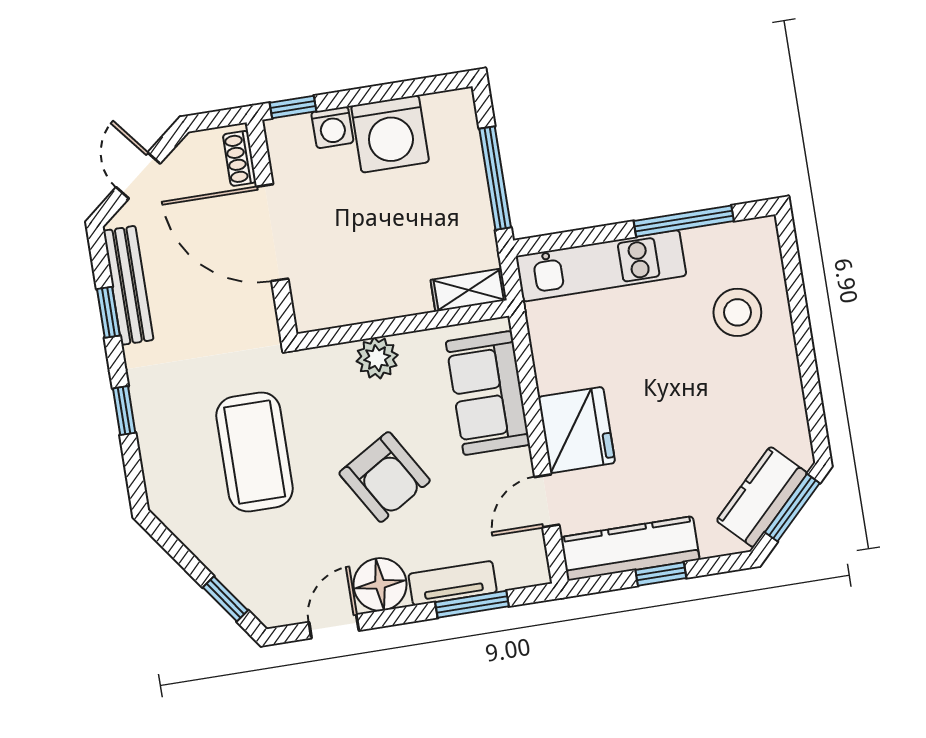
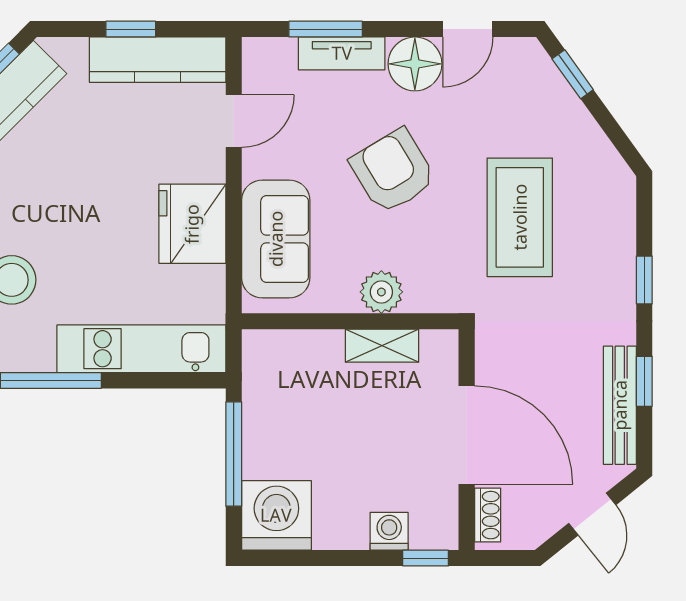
washing machine: (390, 134) -> (276, 515), moved
shelving: (469, 290) -> (382, 346), moved
fridge: (577, 430) -> (192, 224), moved

